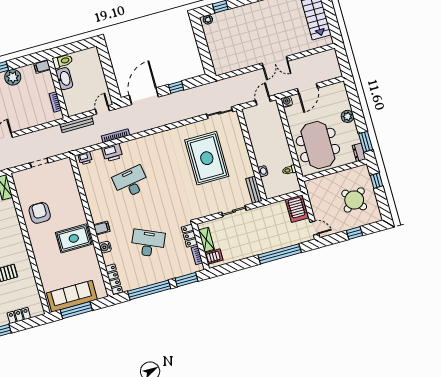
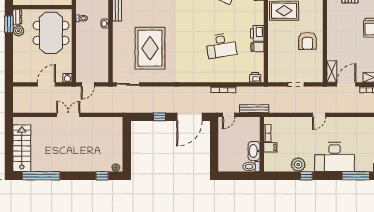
filing cabinet: (42, 66) -> (270, 147), moved
plant: (348, 116) -> (18, 31), moved
printer: (112, 153) -> (257, 33), moved, turned -90
filing cabinet: (102, 228) -> (257, 47), moved

